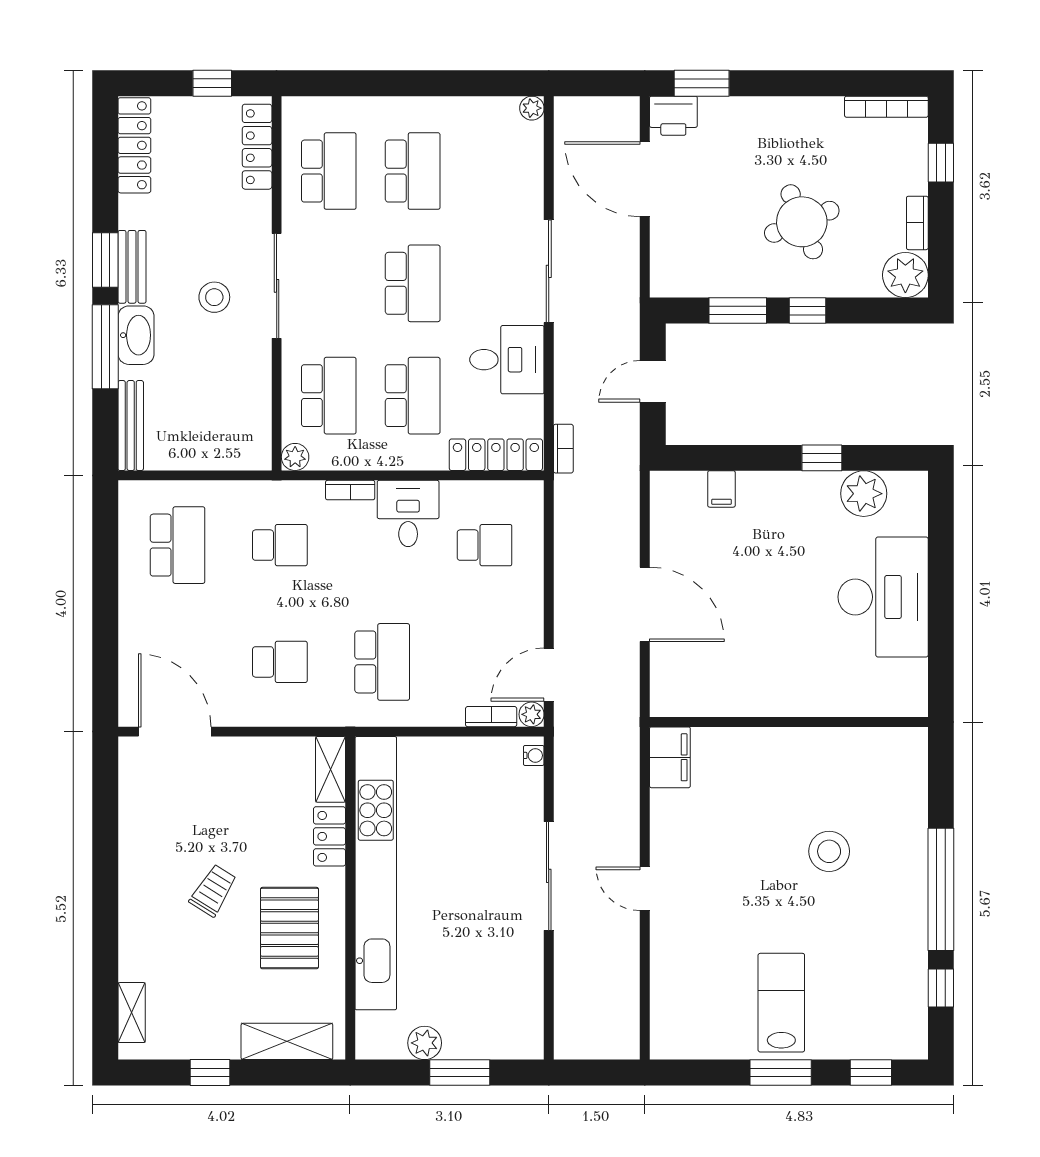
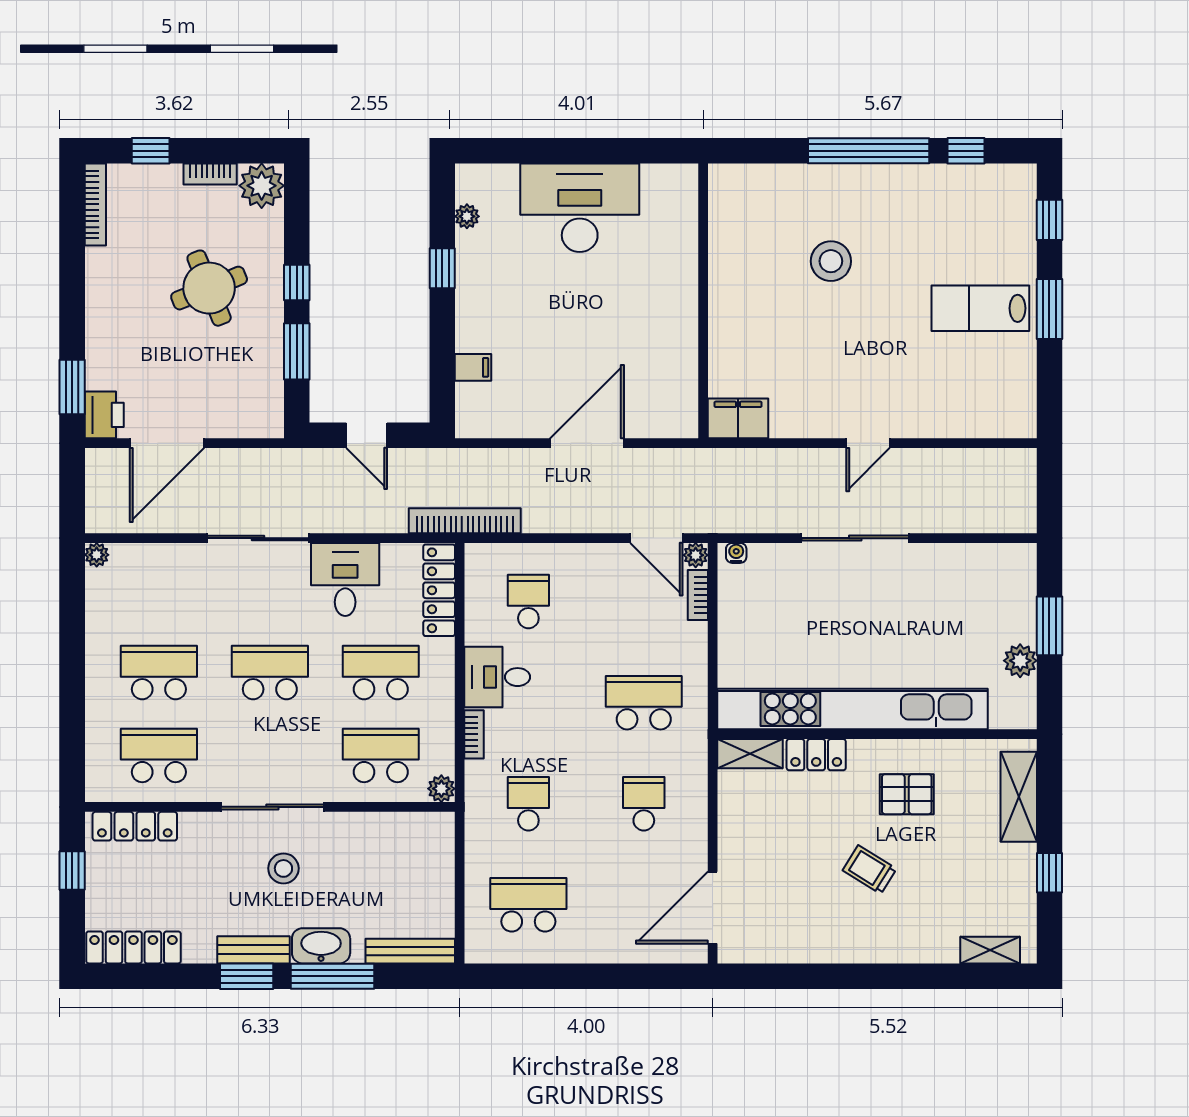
bookcase: (563, 449) -> (465, 521), width x2.31, depth x1.31
plant: (864, 494) -> (467, 216), width x0.53, depth x0.53
pallet: (289, 928) -> (907, 794), width x0.67, depth x0.71

